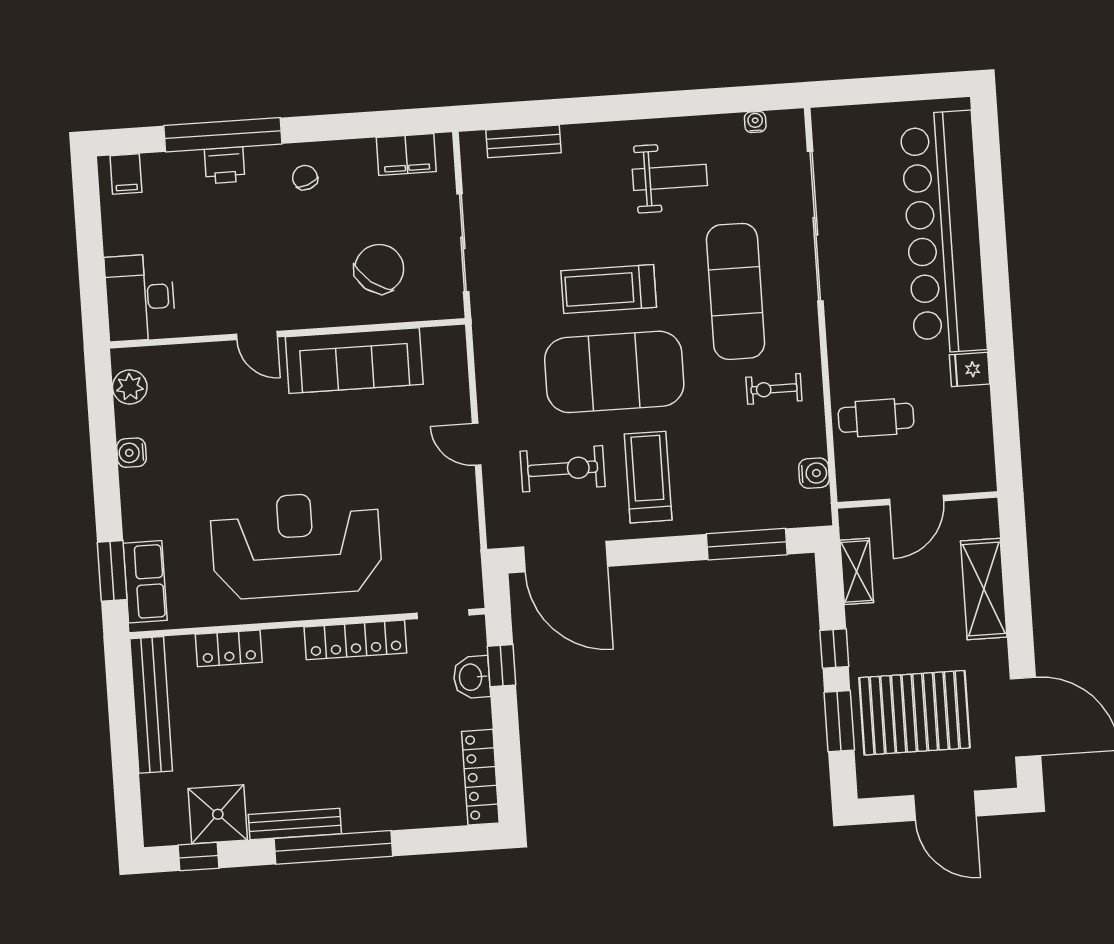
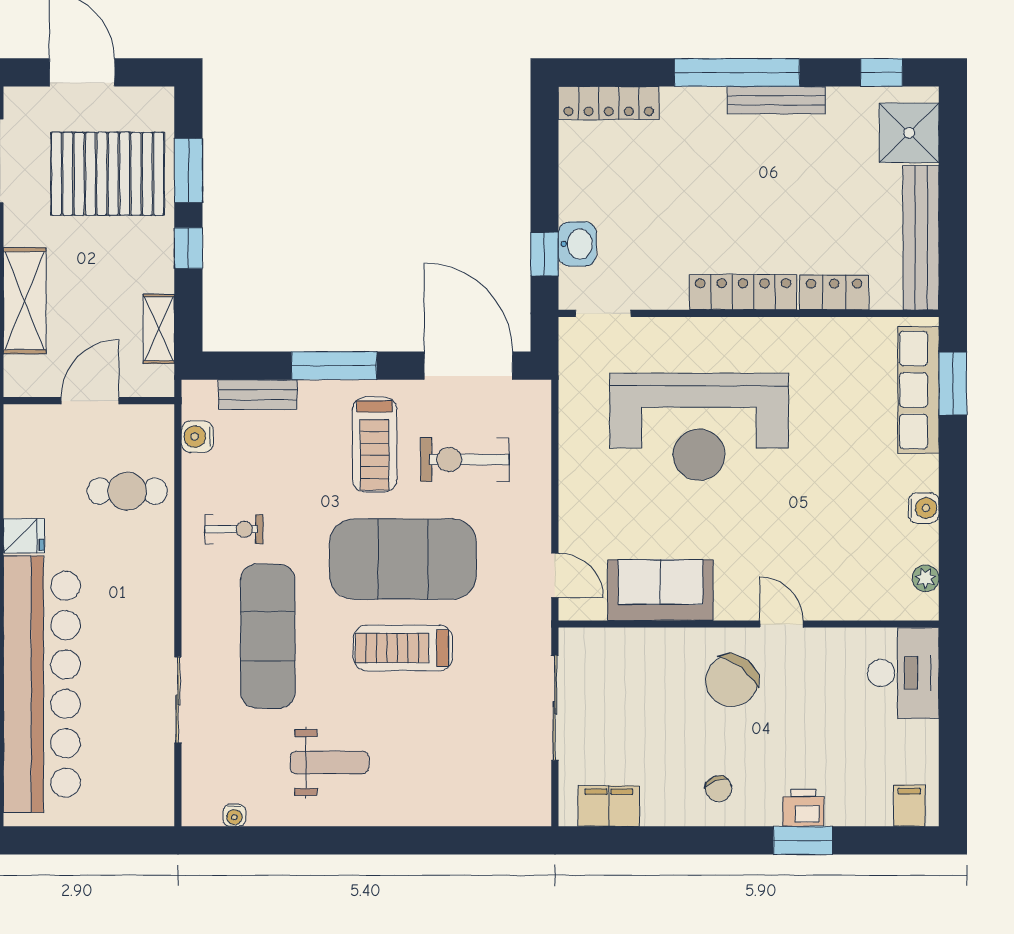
window: (223, 135) -> (803, 840), width x0.47
bench: (524, 141) -> (258, 395), moved
weight bench: (670, 177) -> (330, 762), turned 180
sliding door: (815, 226) -> (178, 700), width x0.54
chair: (379, 269) -> (732, 681), moved
treadmill: (609, 289) -> (403, 648), turned 180
sofa: (354, 361) -> (660, 590), width x0.73
plant: (130, 387) -> (926, 578), width x0.73, depth x0.73
door: (477, 444) -> (555, 575), moved
window: (747, 544) -> (334, 366), moved
reception desk: (296, 545) -> (699, 427), moved
row of seats: (145, 582) -> (918, 390), width x1.48
locker: (355, 640) -> (743, 292), moved
locker: (480, 777) -> (609, 103), moved, turned 90
shower: (218, 814) -> (909, 133), moved

